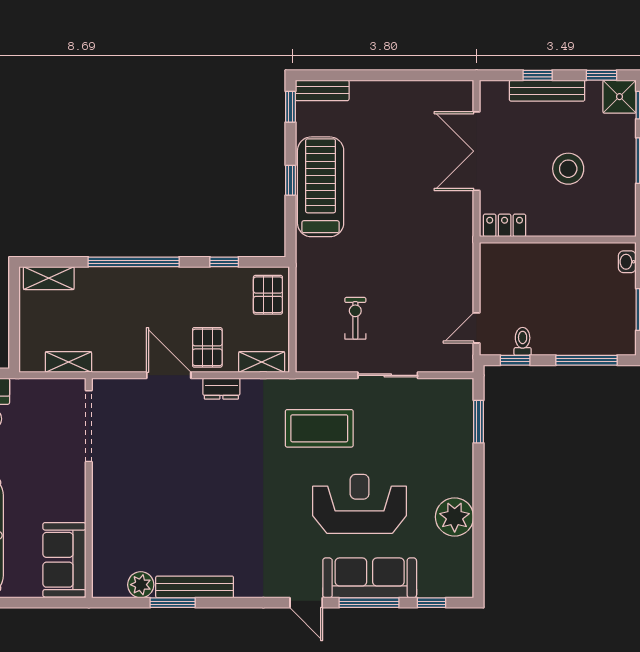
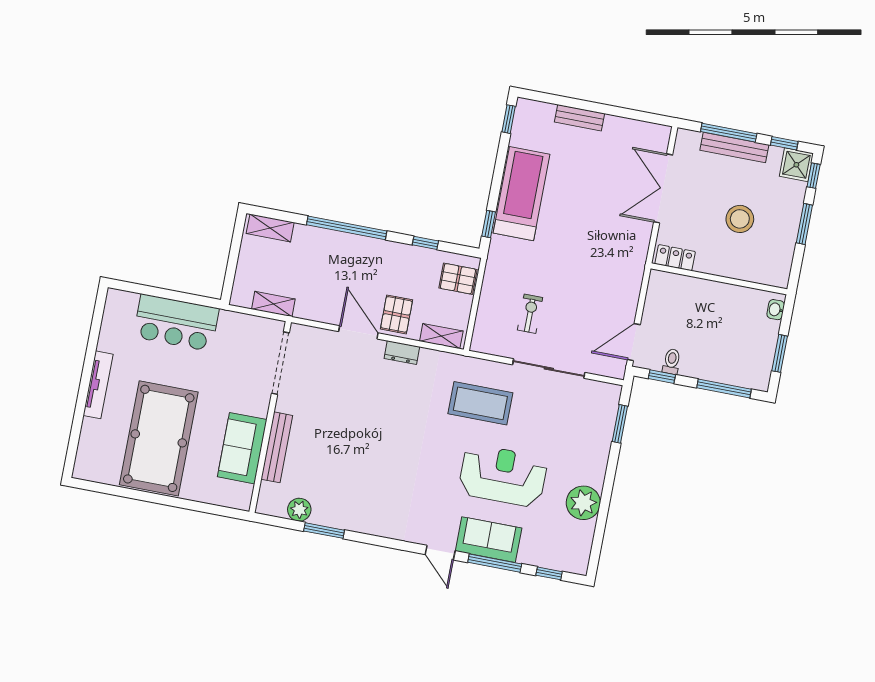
window: (538, 75) -> (729, 133), width x2.17
bench: (322, 90) -> (579, 118), moved
window: (290, 180) -> (489, 224), moved
pallet: (268, 295) -> (458, 279), turned 90
door: (477, 328) -> (634, 342), width x1.38
sliding door: (388, 375) -> (549, 369), width x1.37
sofa: (64, 560) -> (242, 448), moved
sofa: (370, 578) -> (489, 540), width x0.73
bench: (195, 587) -> (277, 447), moved, turned 90

